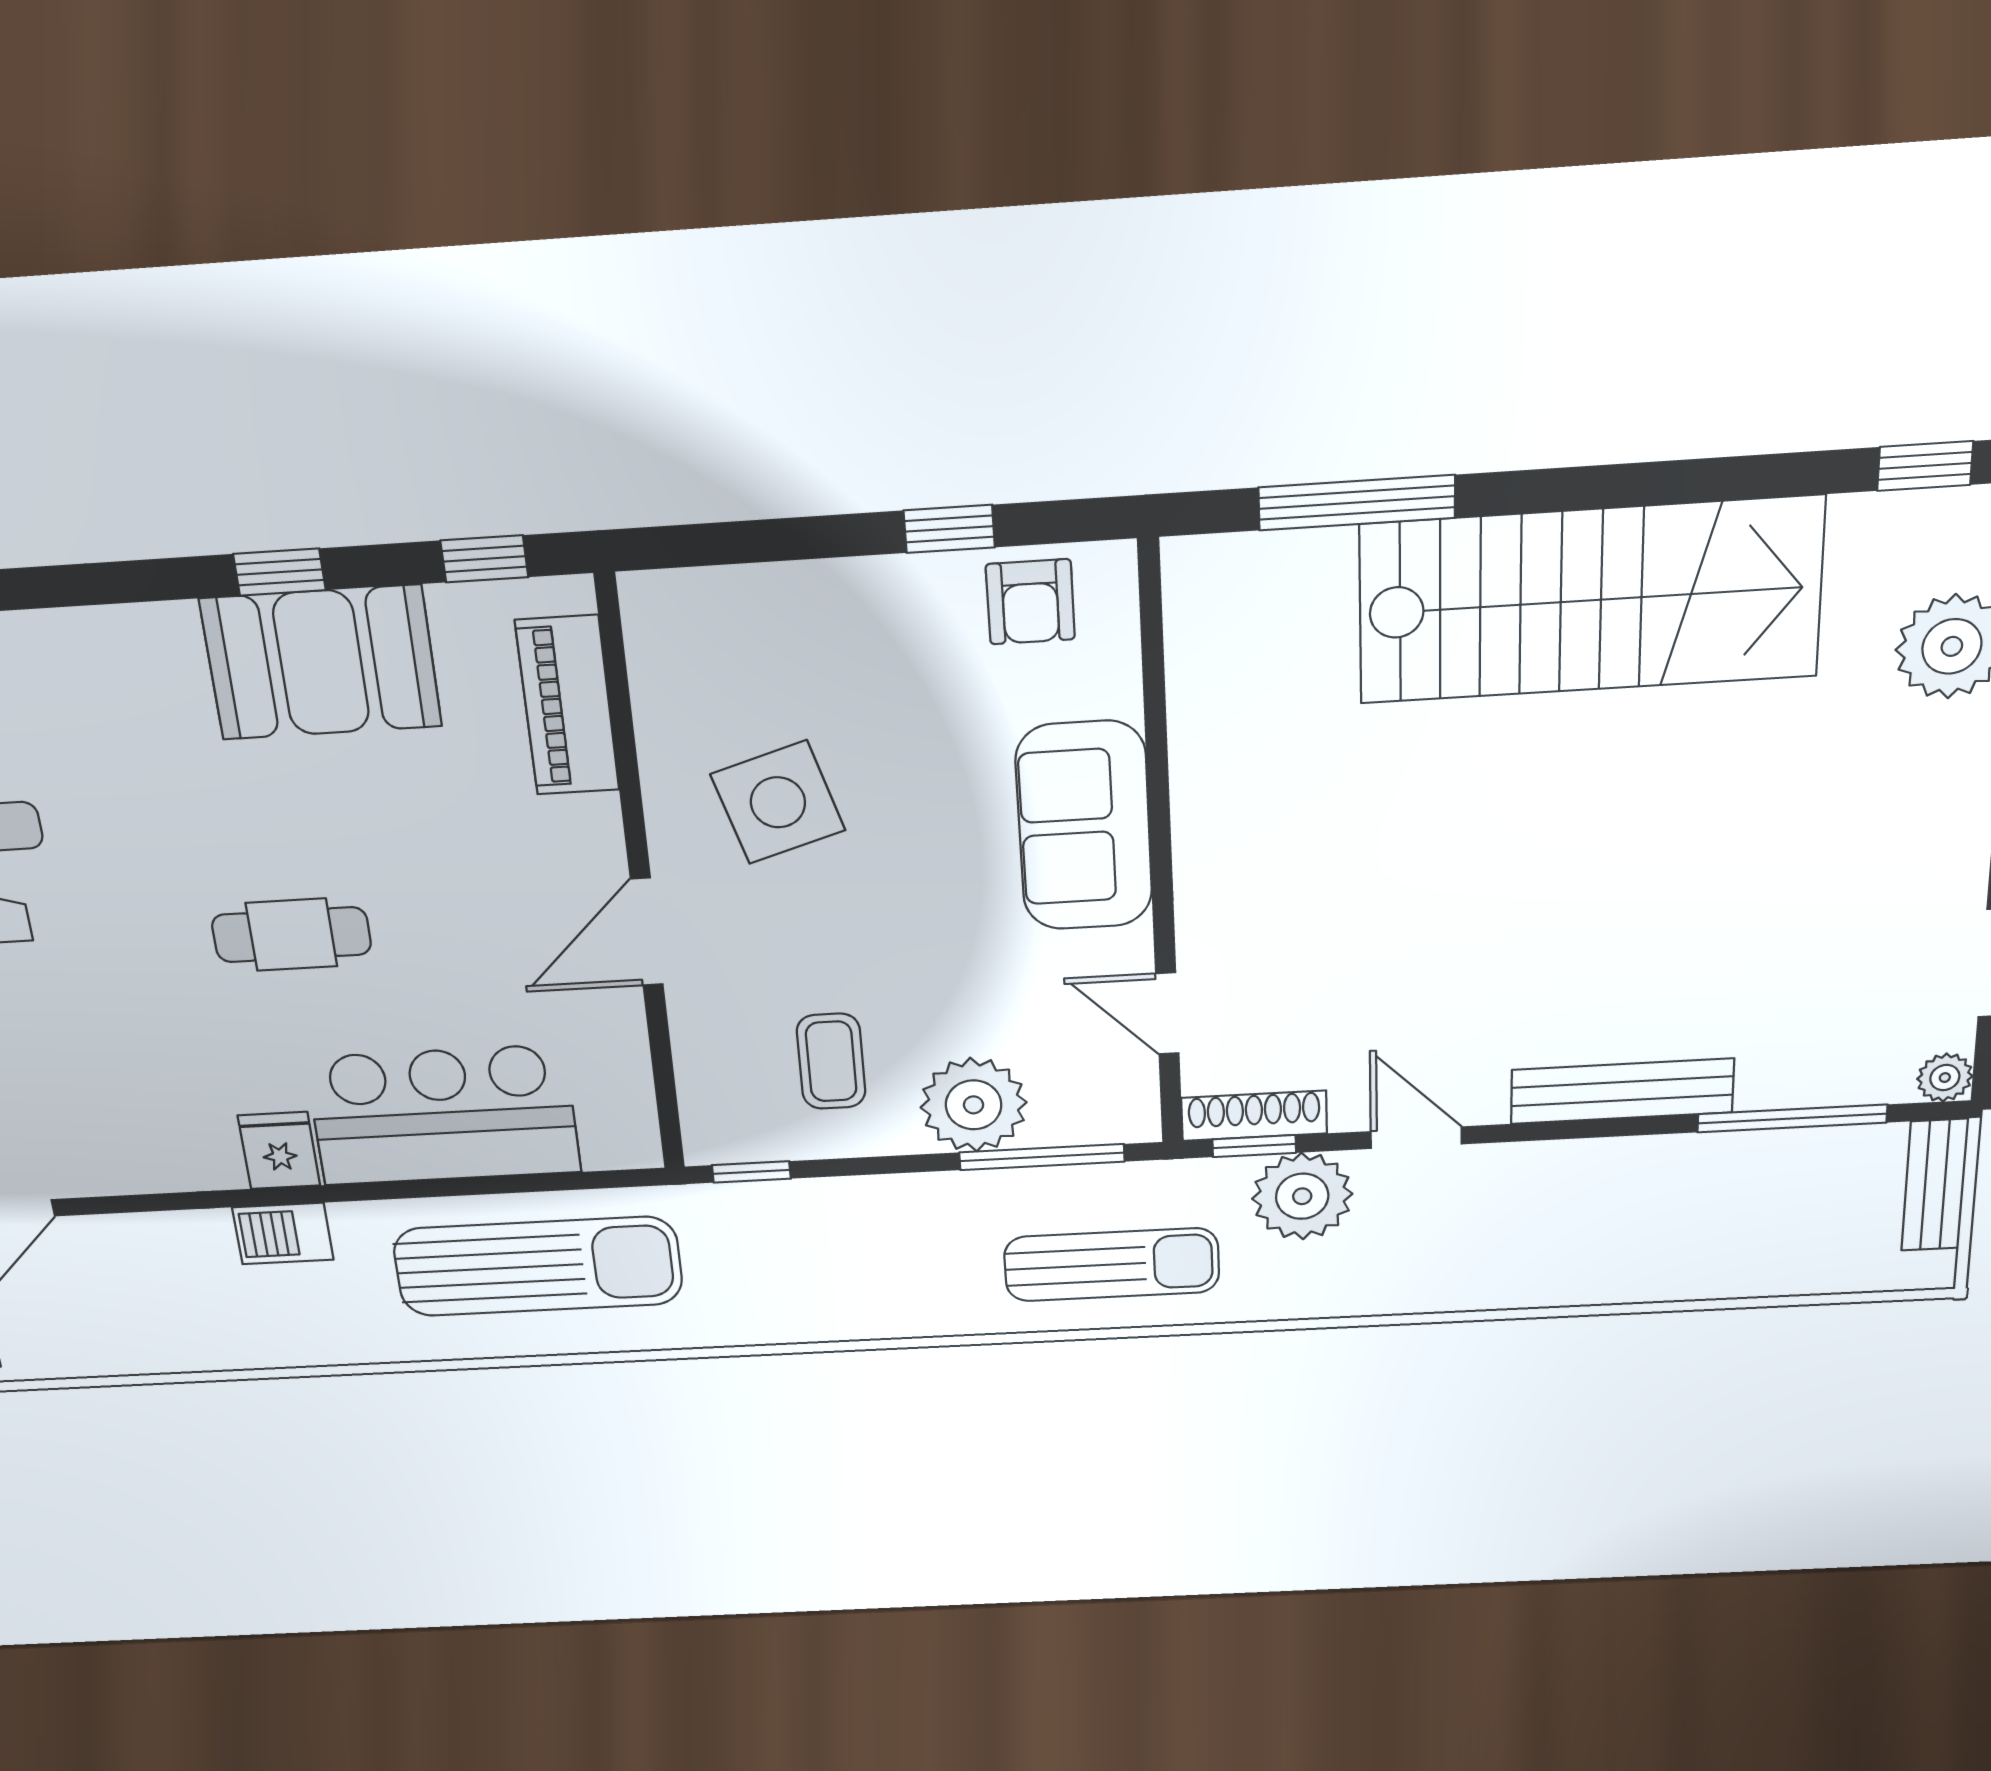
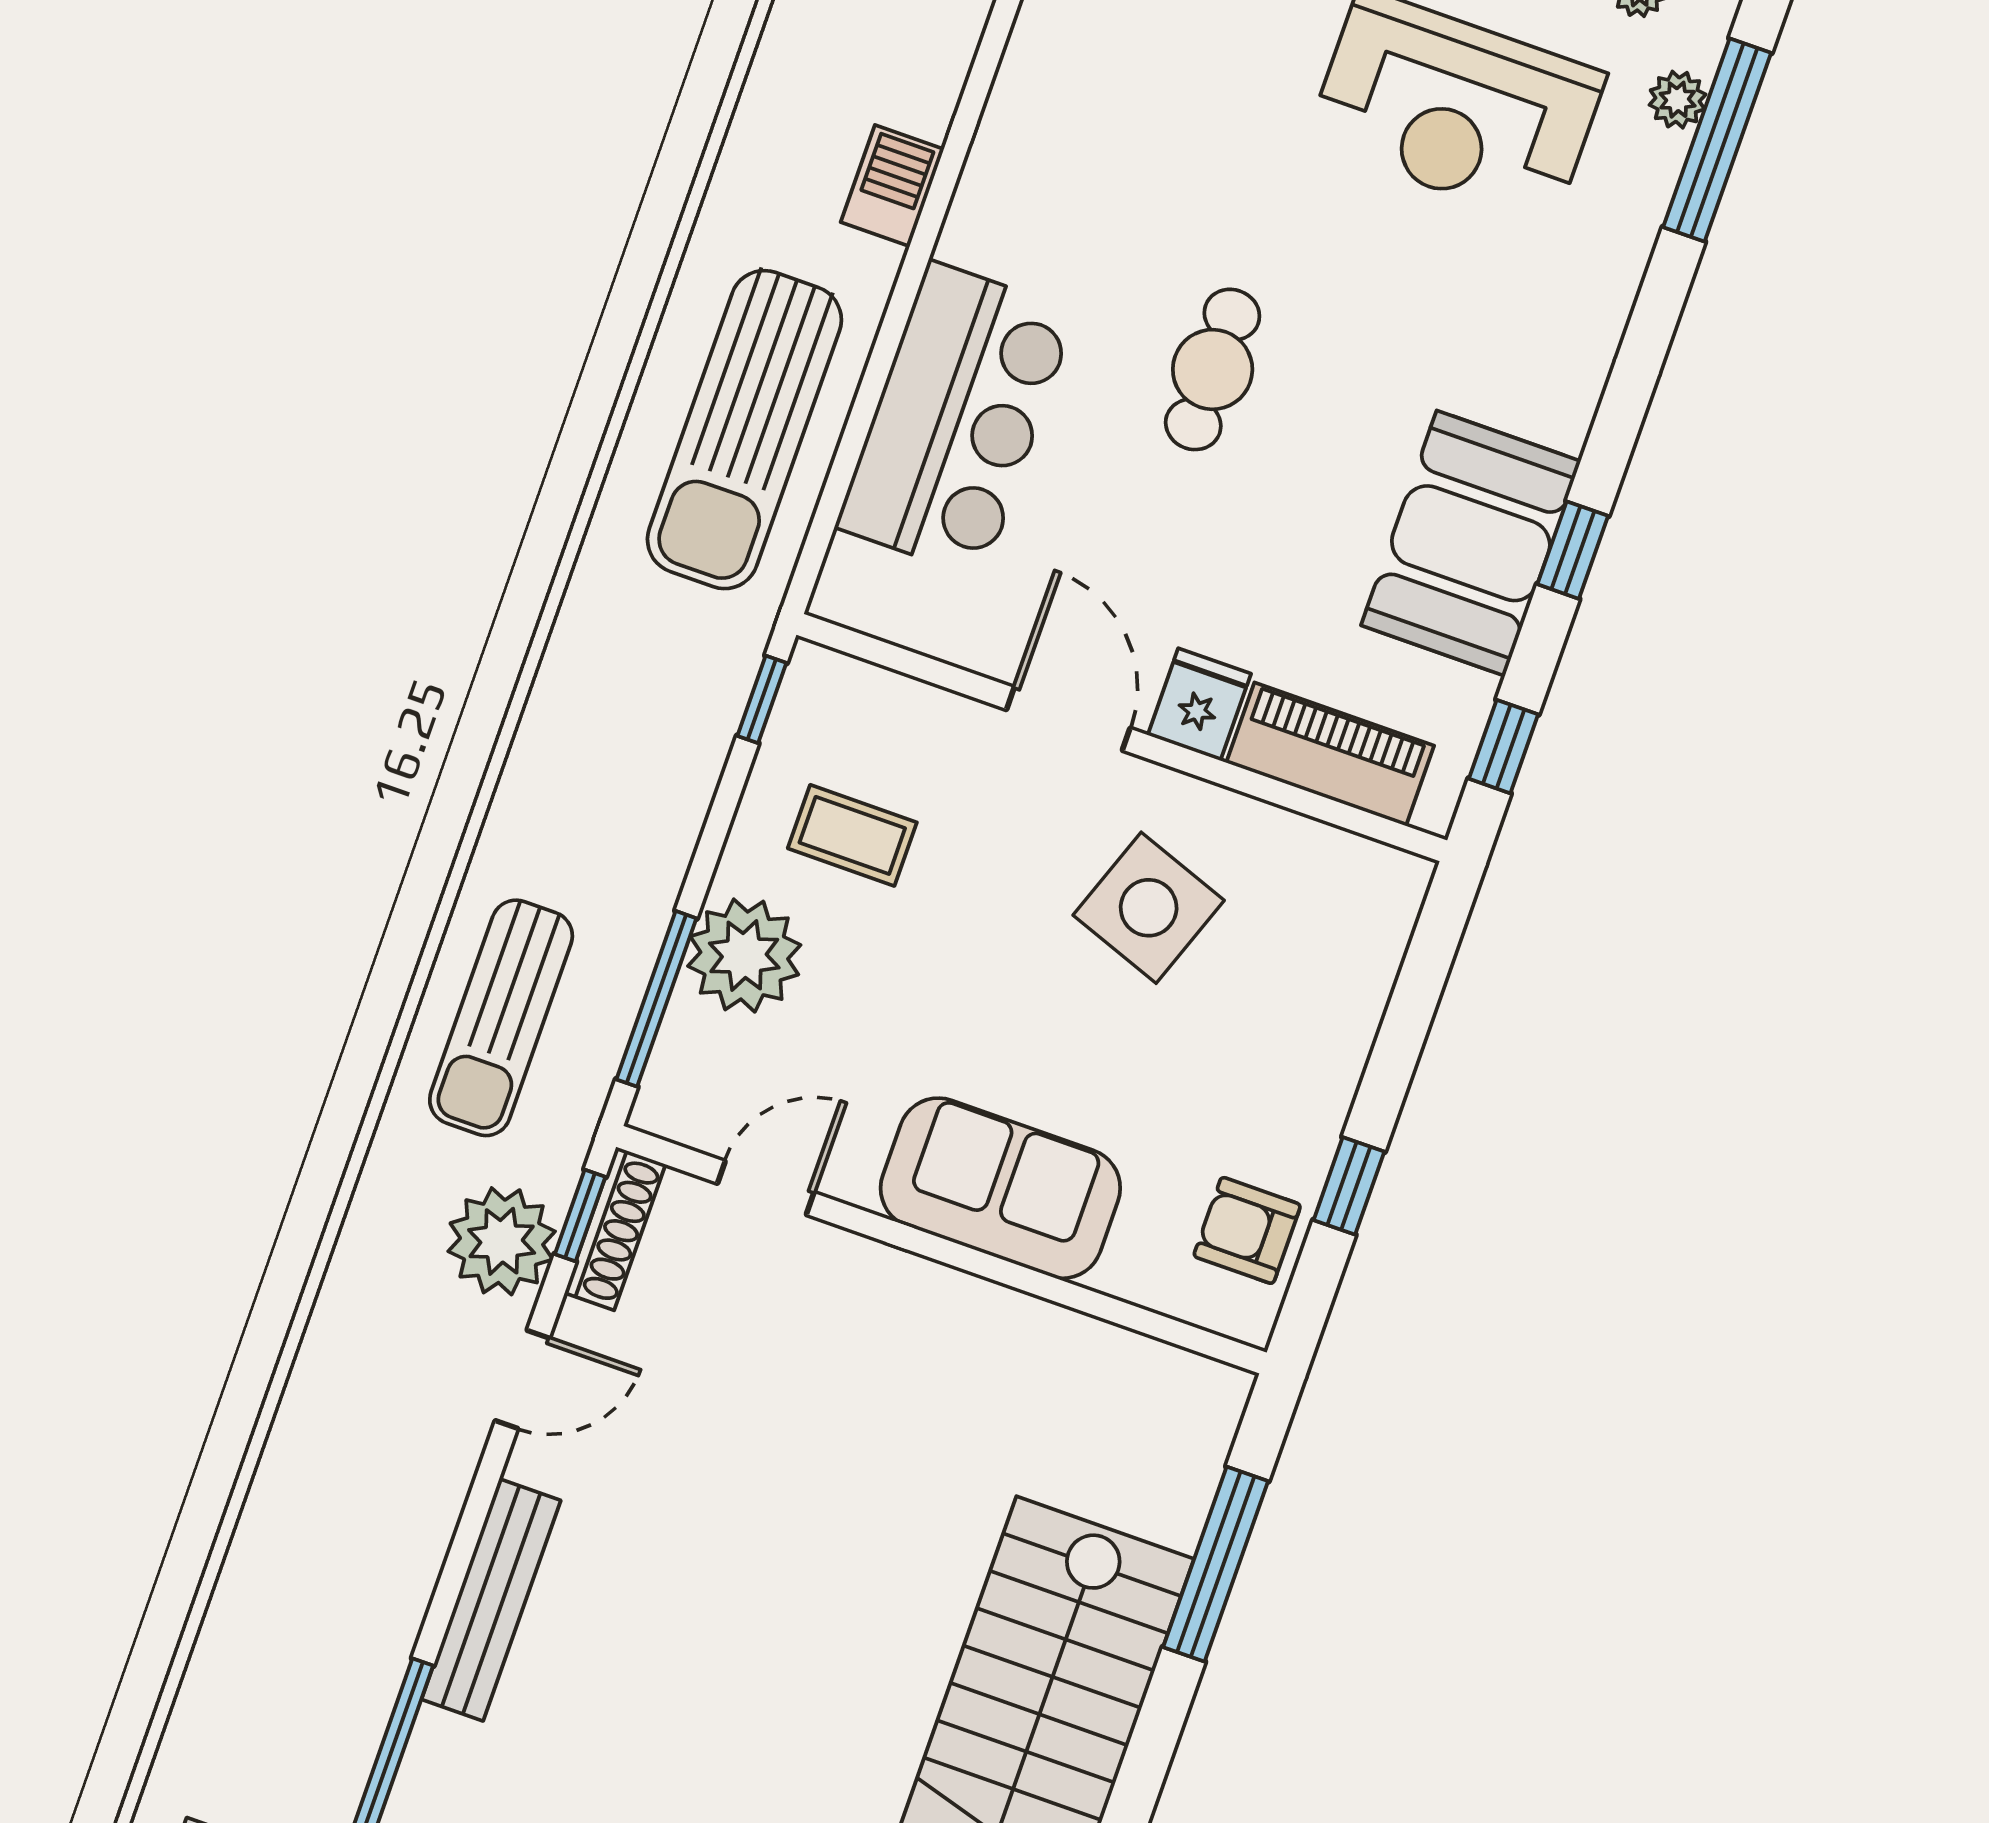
side table: (778, 802) -> (1149, 908), turned 37
fridge: (279, 1151) -> (1199, 704), moved, turned -90

